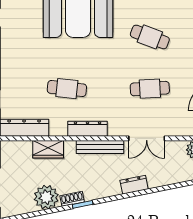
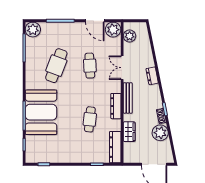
cafe table: (150, 37) -> (56, 66), width x1.37, depth x1.35
double door: (147, 138) -> (122, 68), swing flipped

